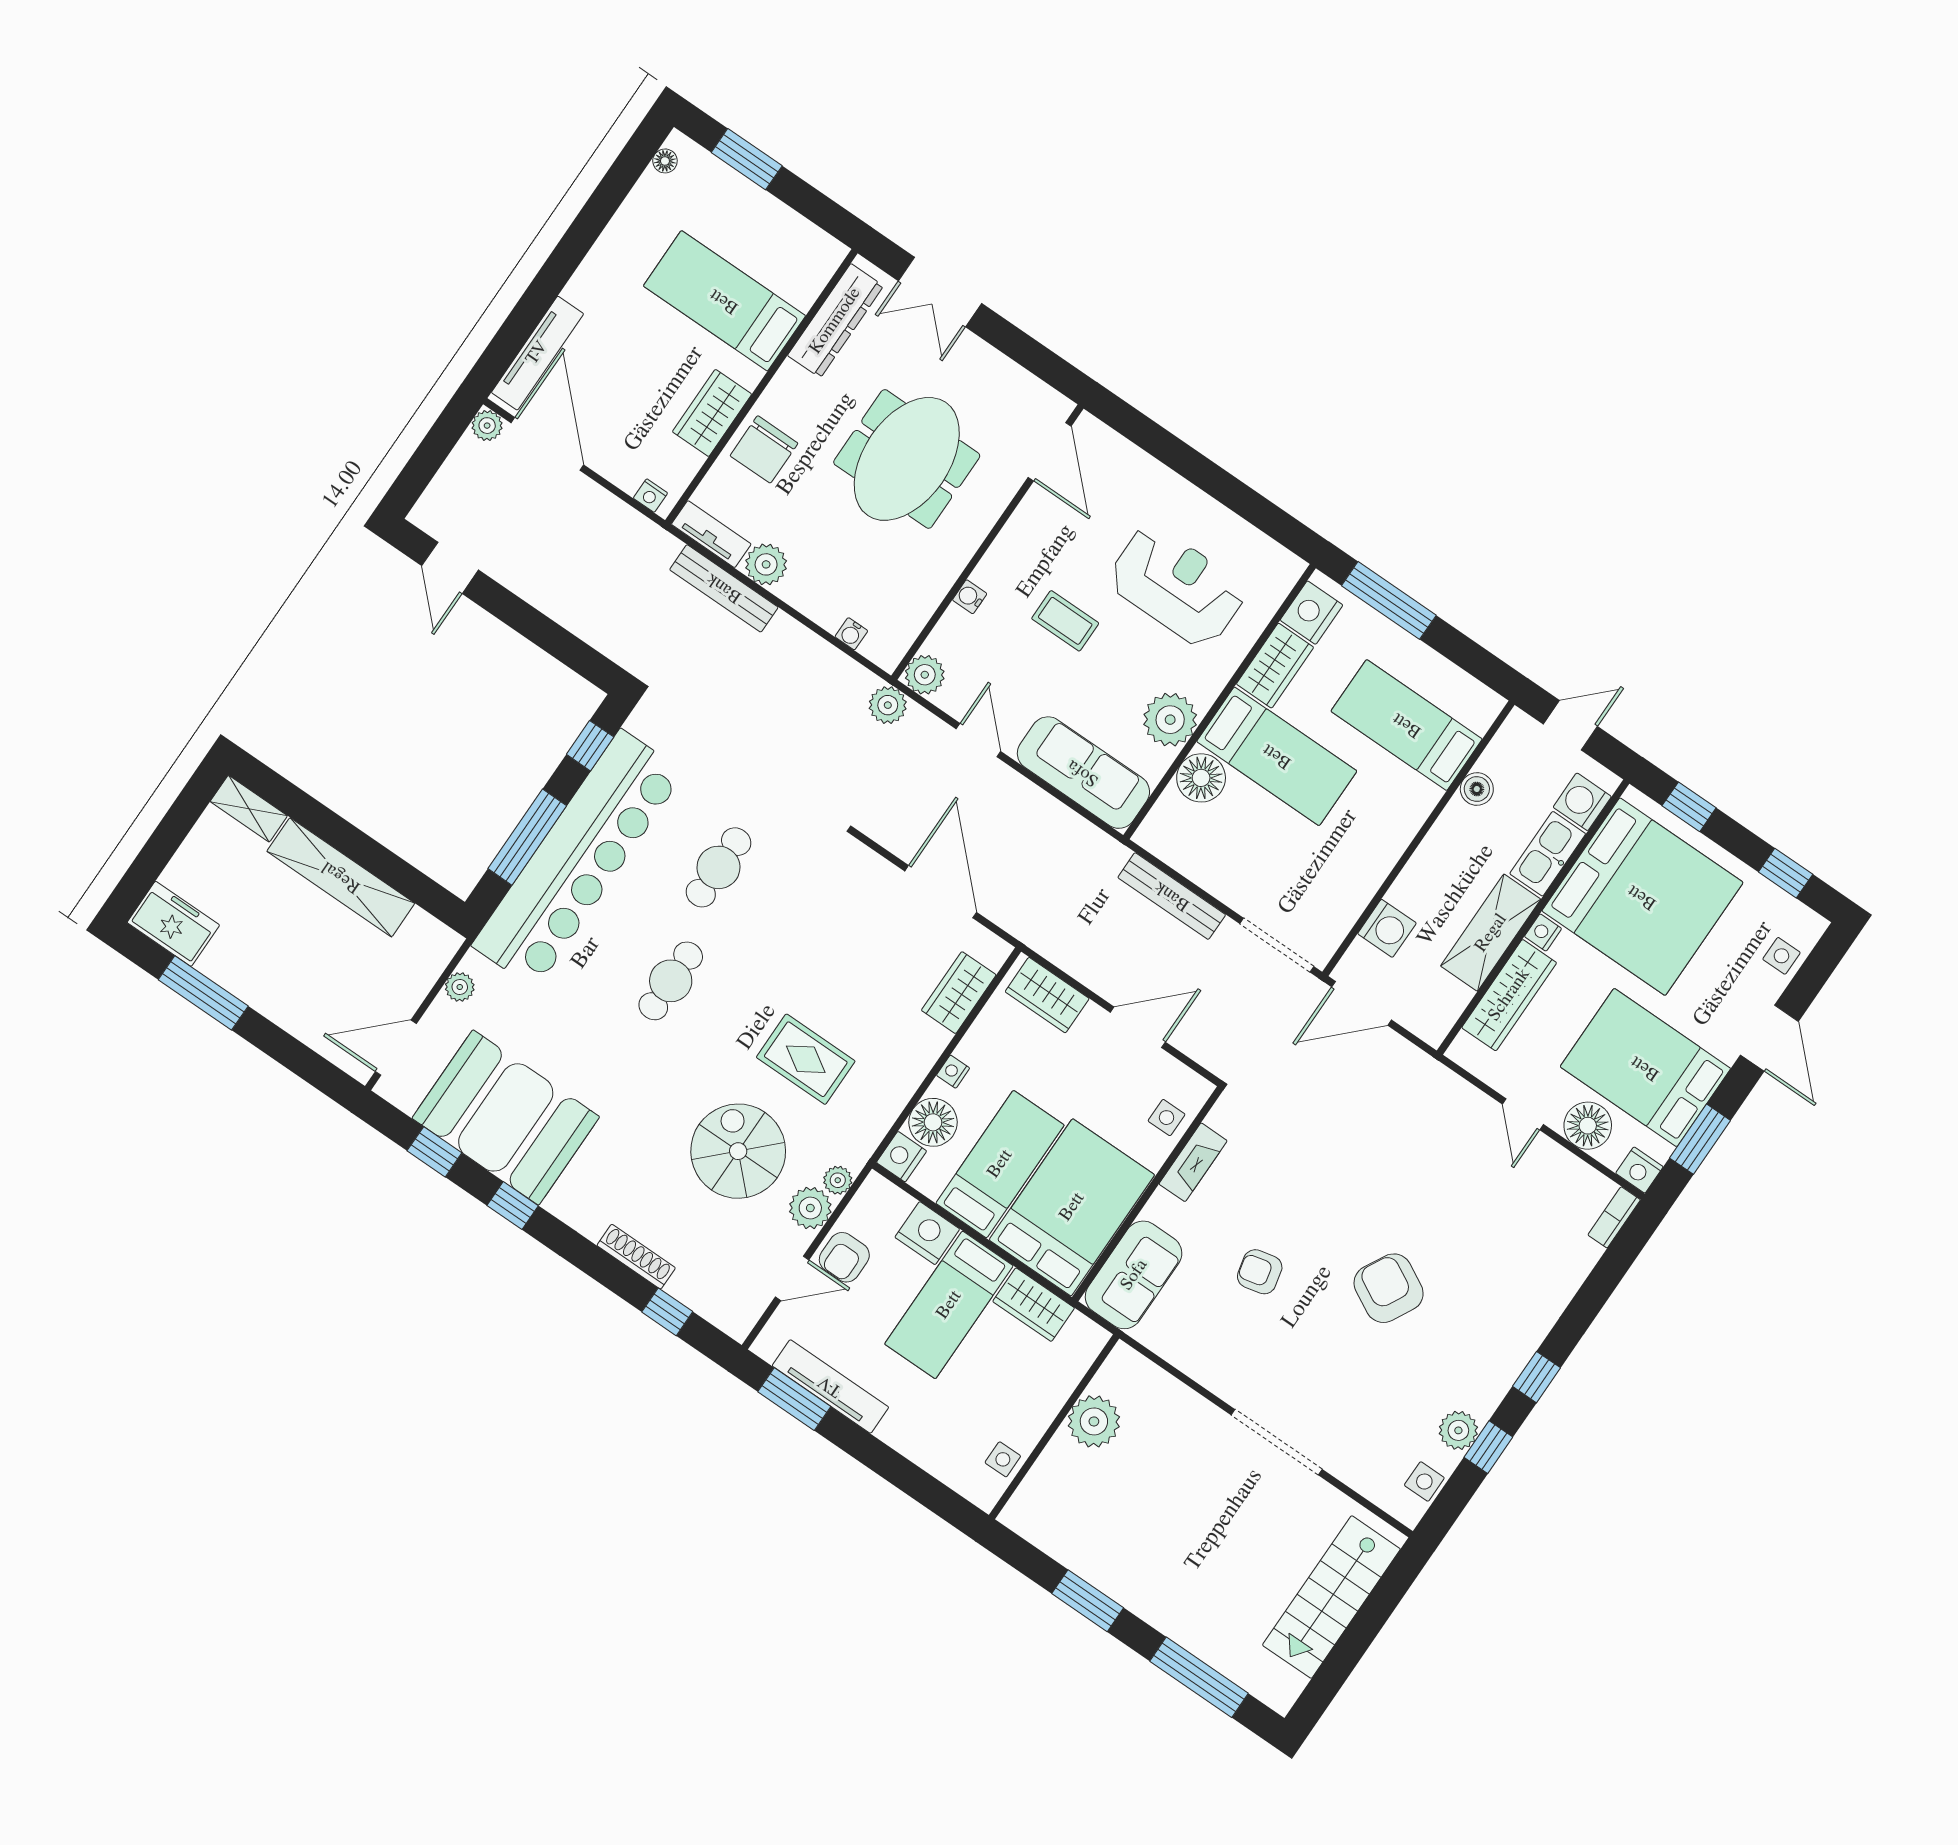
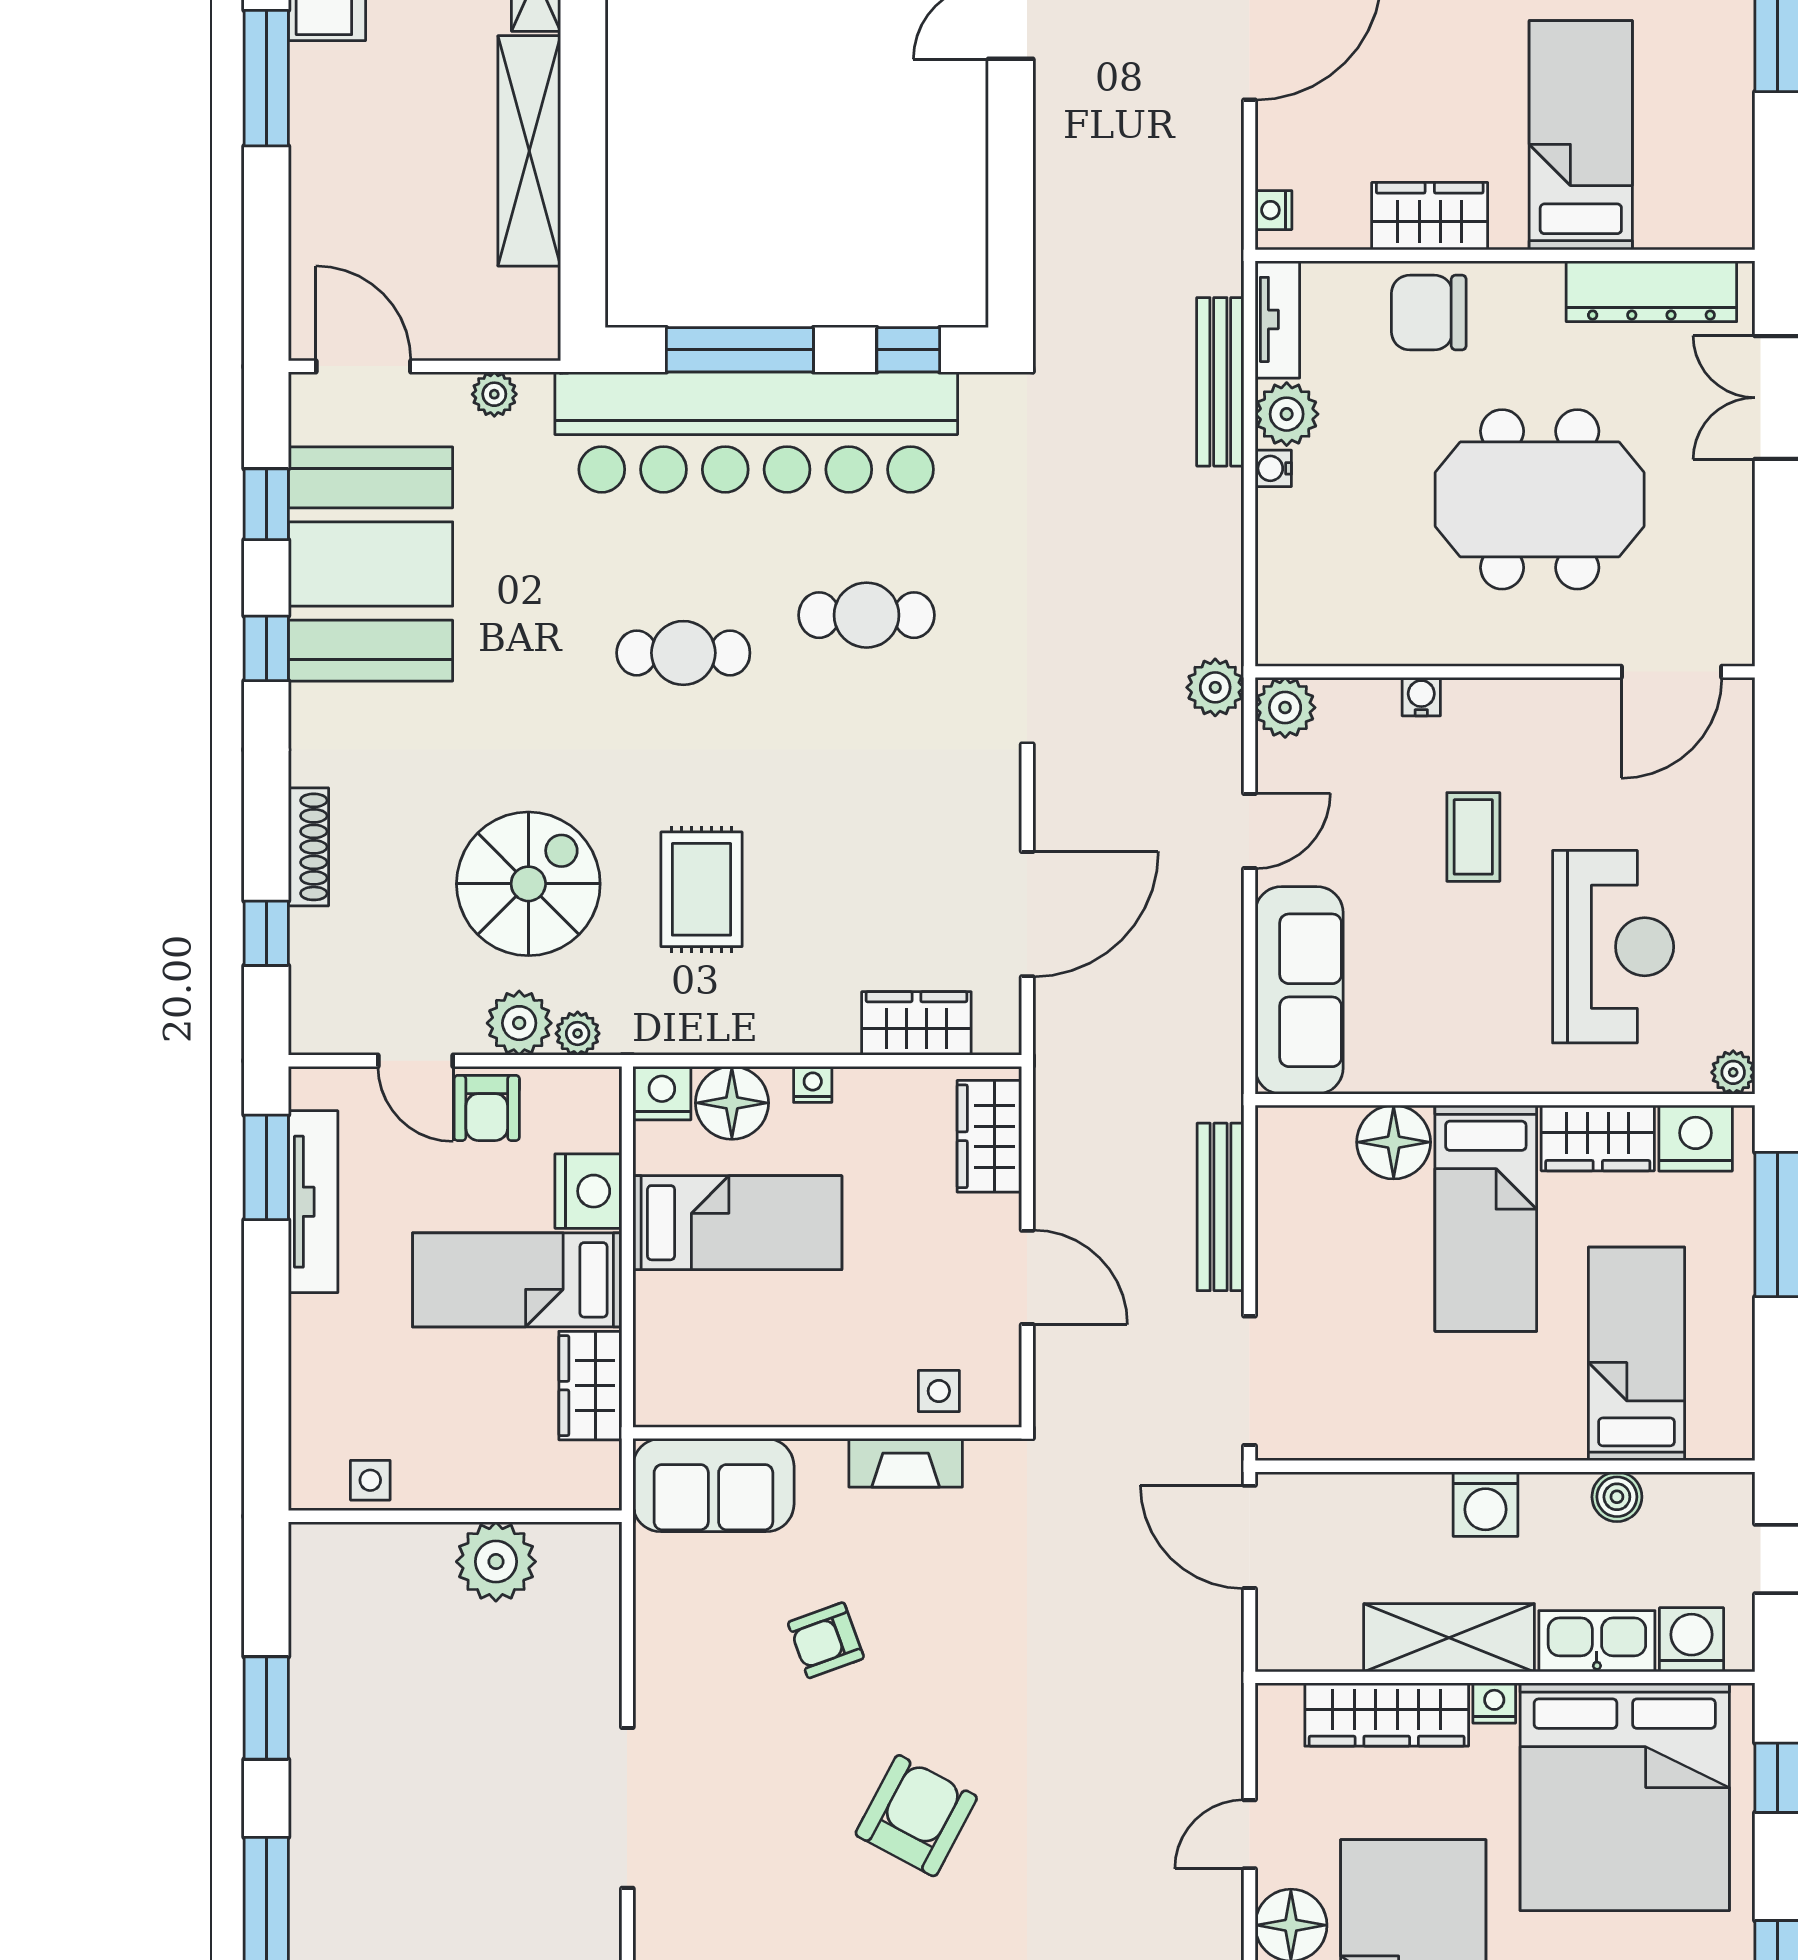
water cooler: (851, 634) -> (1273, 468), moved
plant: (1170, 720) -> (1733, 1072), moved, width x0.53, depth x0.53
washing machine: (1387, 928) -> (1486, 1504), moved
bed: (1072, 1207) -> (745, 1350), removed
armchair: (844, 1257) -> (487, 1108), turned -90
armchair: (1260, 1272) -> (826, 1640), turned -97

